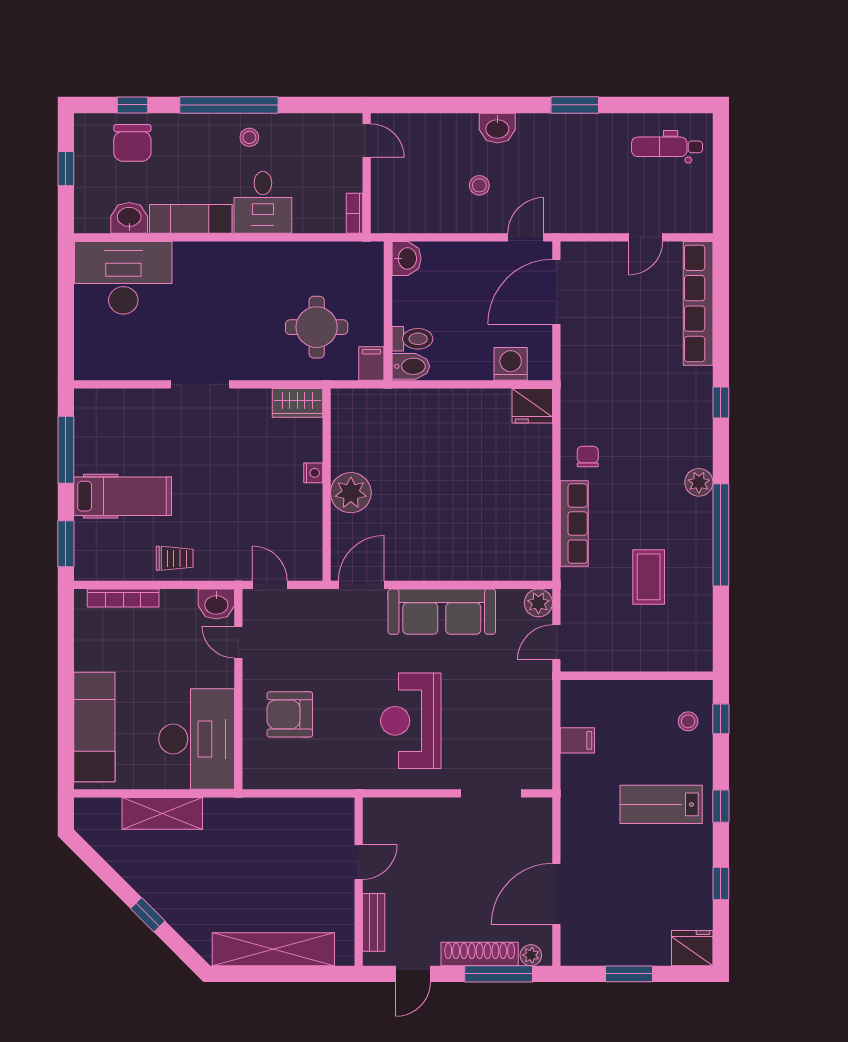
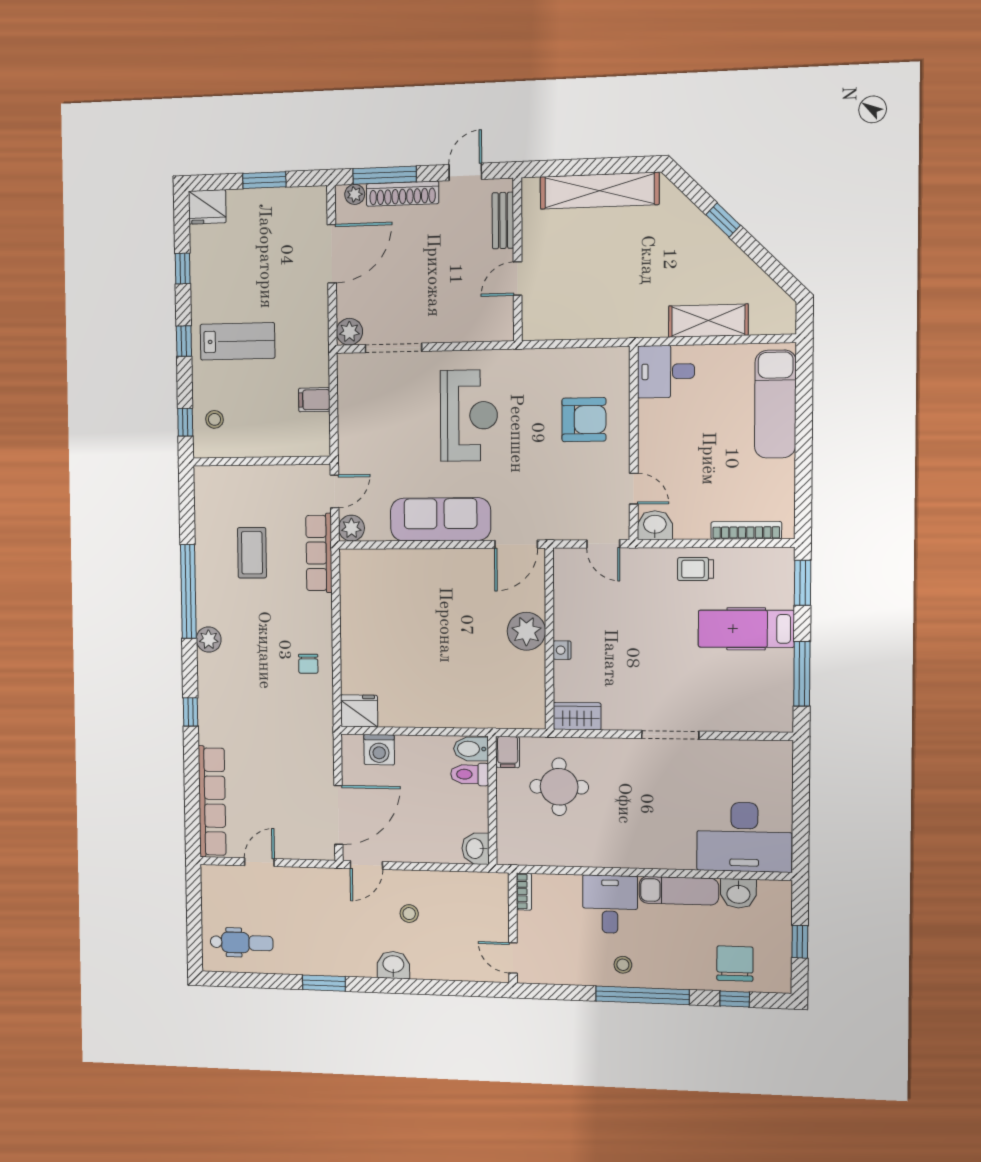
row of seats: (574, 524) -> (319, 553), moved
desk: (197, 739) -> (666, 371), width x0.53, depth x0.77
plant: (538, 812) -> (349, 332), added

